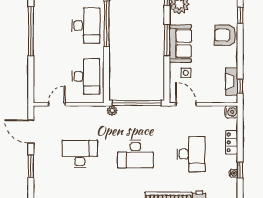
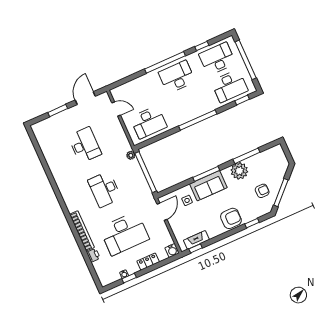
desk: (86, 26) -> (177, 77), moved, turned 180
armchair: (225, 35) -> (231, 218), turned 90
desk: (191, 154) -> (124, 234), width x1.36, depth x1.30

